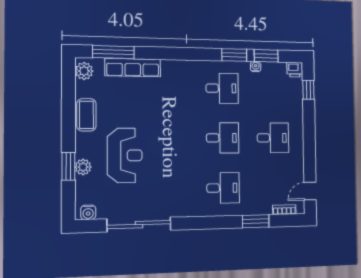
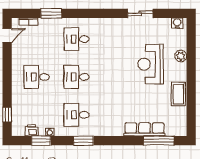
window: (234, 55) -> (84, 141), moved
printer: (295, 70) -> (31, 130), moved
plant: (84, 71) -> (180, 126), removed
window: (68, 166) -> (191, 57), removed
sliding door: (139, 225) -> (140, 13), width x0.54

